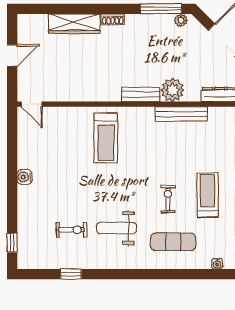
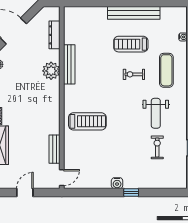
door: (12, 55) -> (25, 193), hinge flipped
bench: (141, 94) -> (54, 149), moved
window: (12, 243) -> (131, 193), moved

